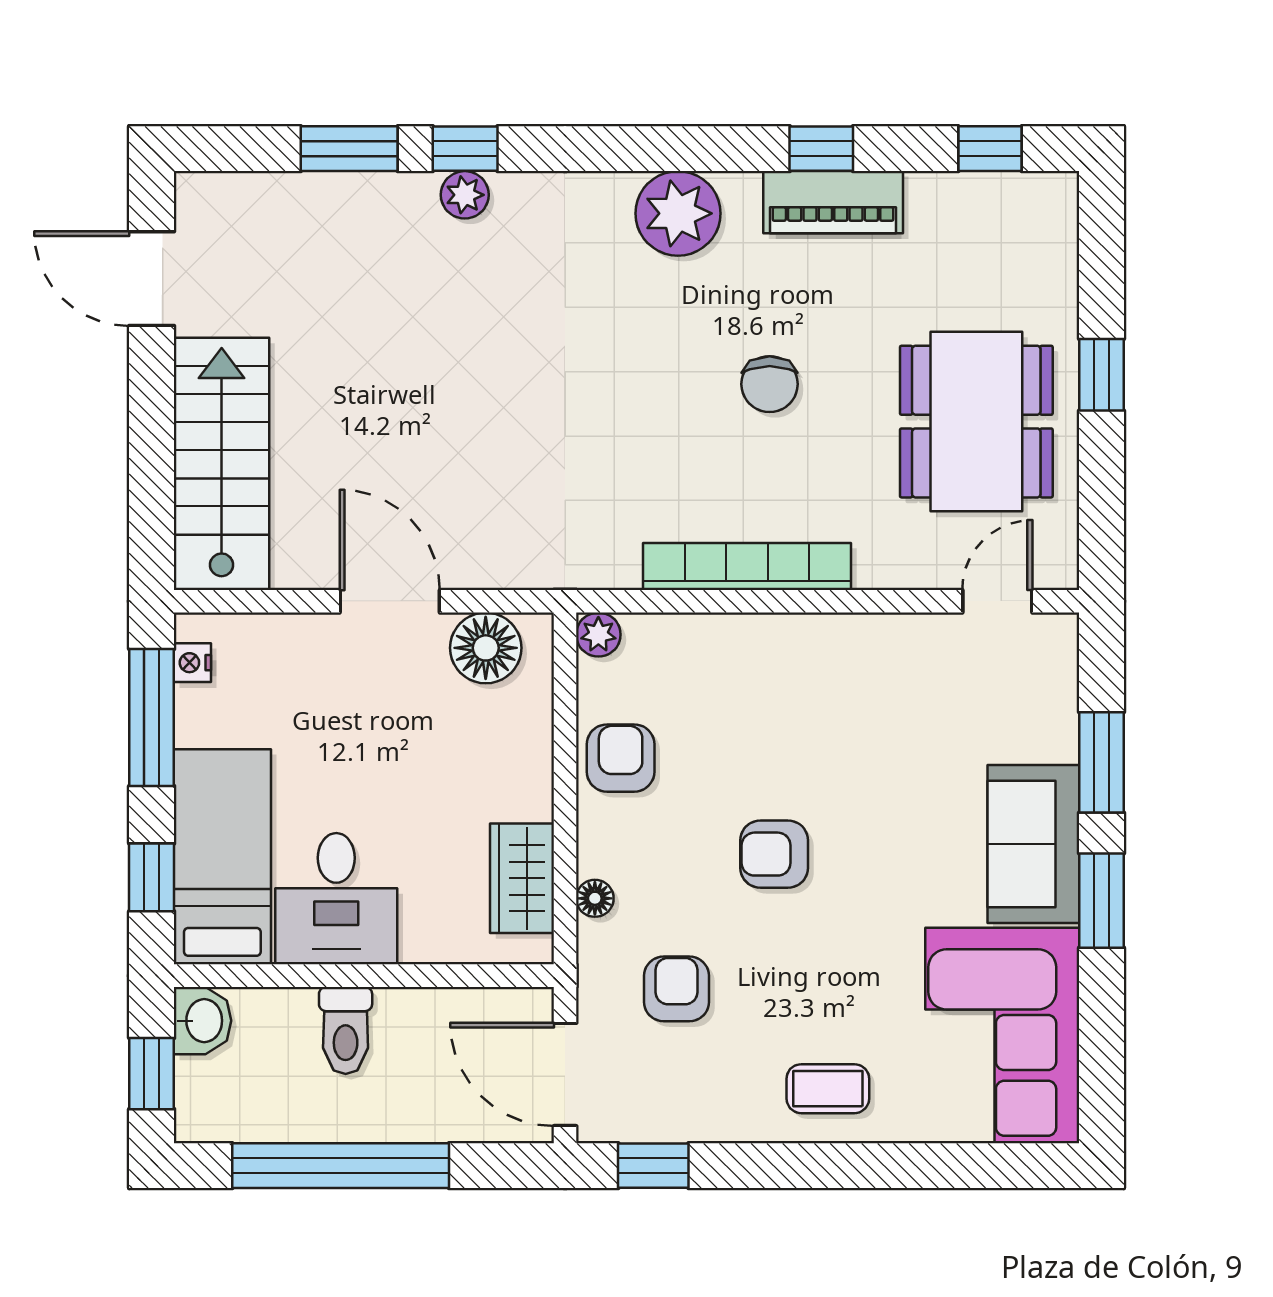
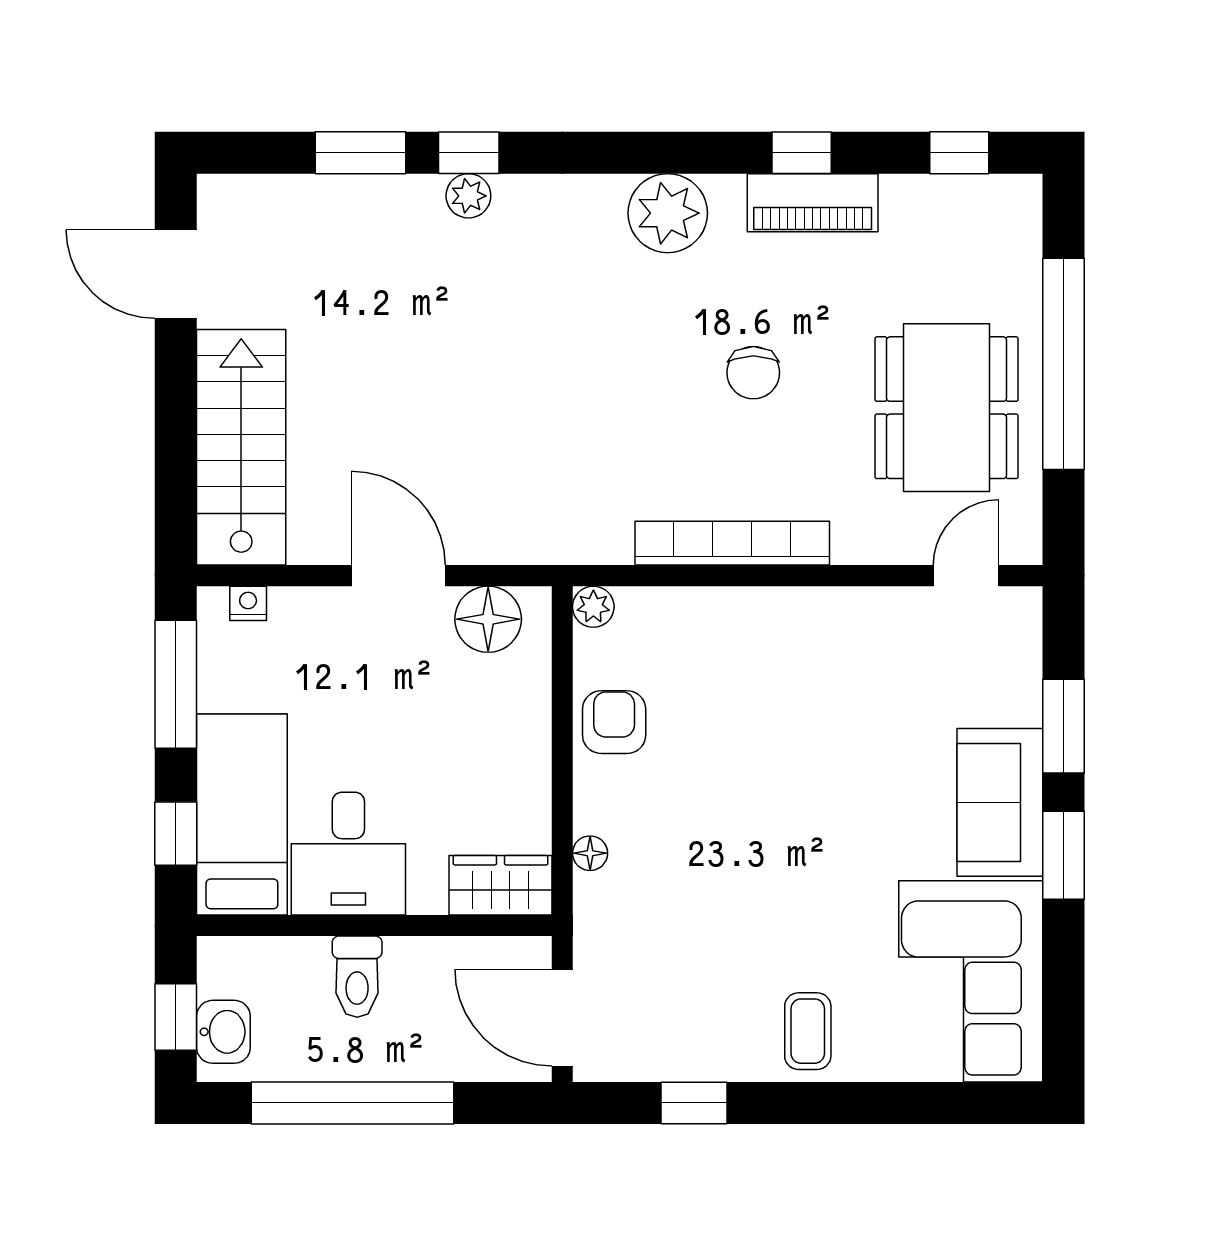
window: (1102, 375) -> (1063, 364), width x3.17
nightstand: (192, 663) -> (248, 603), moved, turned 90
armchair: (774, 854) -> (758, 812), removed
wardrobe: (522, 878) -> (500, 885), moved, turned 90
armchair: (677, 989) -> (666, 938), removed
washbasin: (203, 1021) -> (223, 1032), moved
coffee table: (828, 1089) -> (808, 1031), turned 90
window: (653, 1166) -> (694, 1103), moved

